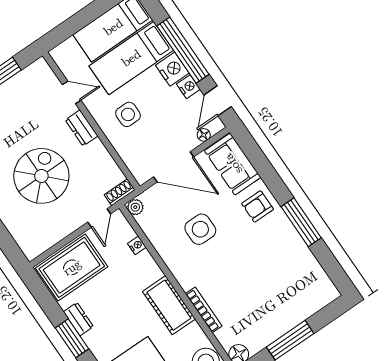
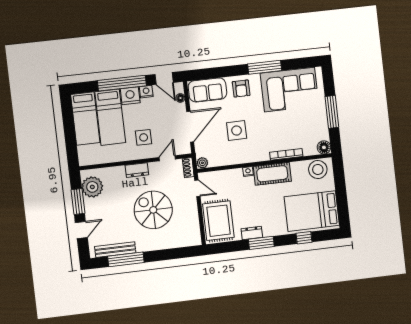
plant: (30, 82) -> (92, 187), added
door: (72, 92) -> (167, 158), moved
nightstand: (137, 245) -> (248, 172), moved
corner sofa: (290, 270) -> (290, 90), added

